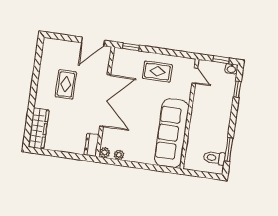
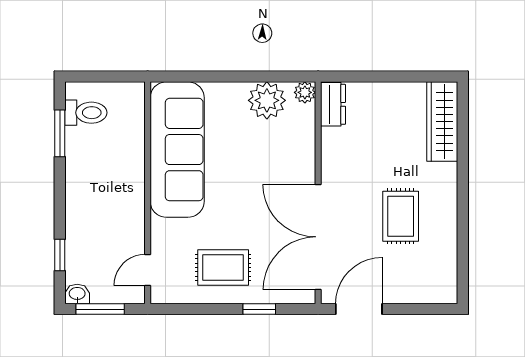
window: (131, 47) -> (259, 309), moved
window: (221, 60) -> (100, 309), width x1.50
door: (195, 76) -> (148, 270), hinge flipped
double door: (105, 101) -> (318, 237), moved
plant: (119, 155) -> (267, 100), width x1.88, depth x1.88

